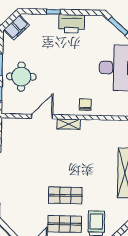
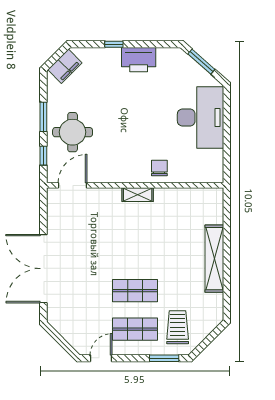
door: (42, 117) -> (73, 185), moved

